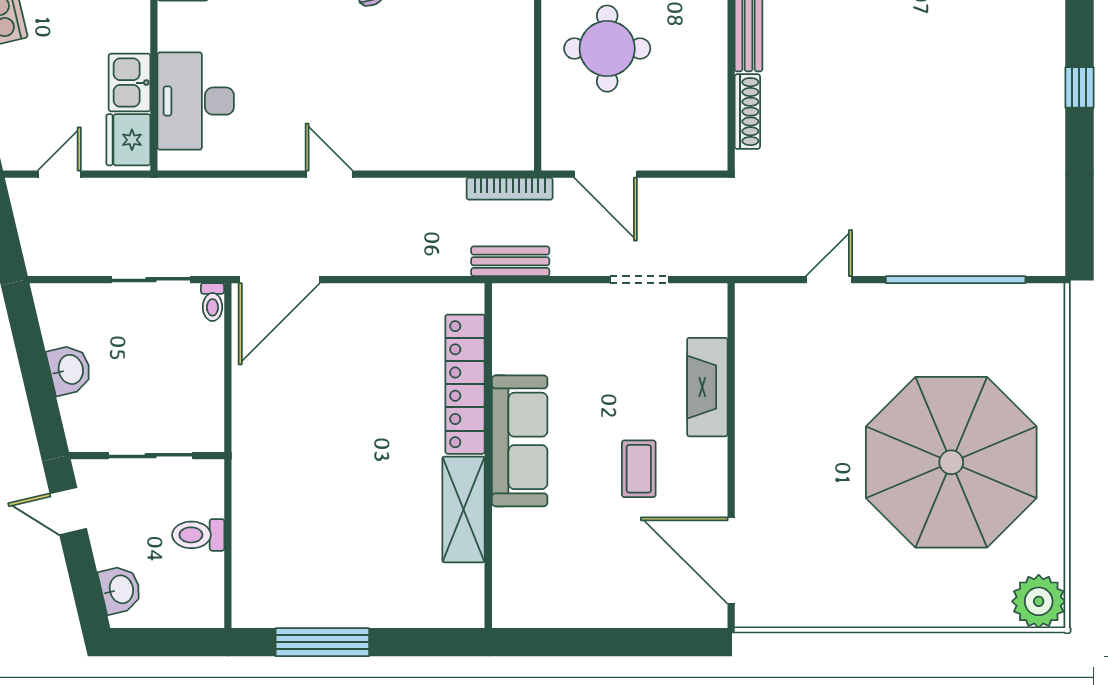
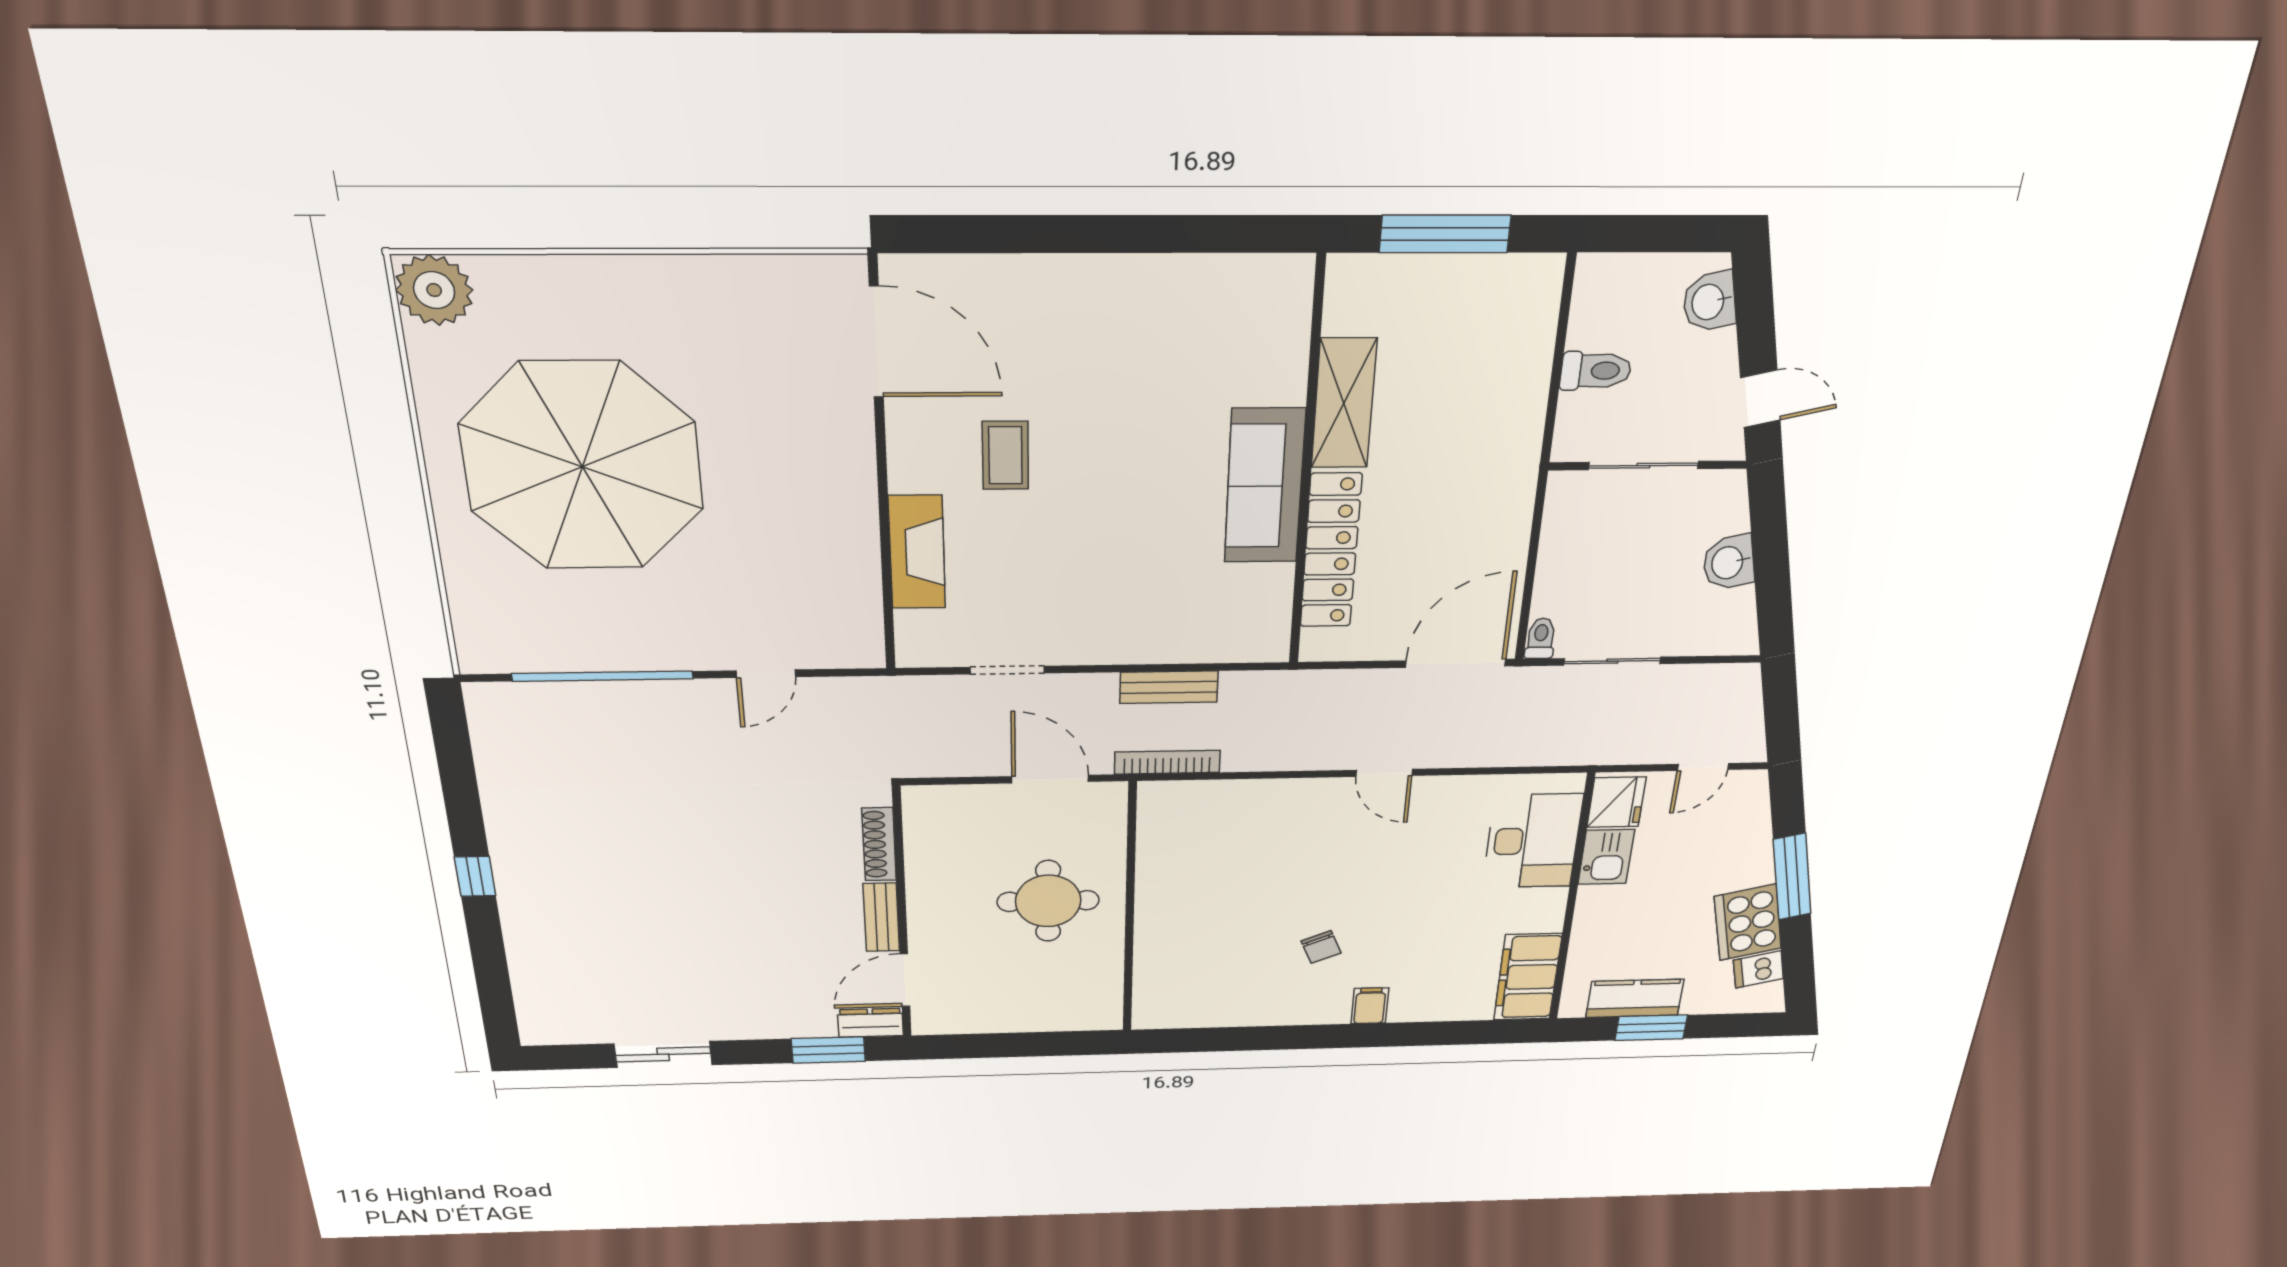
locker: (465, 384) -> (1331, 551), moved
sofa: (520, 441) -> (1265, 486), moved
wall: (488, 456) -> (1307, 468), moved
shelving: (464, 510) -> (1344, 403), moved

